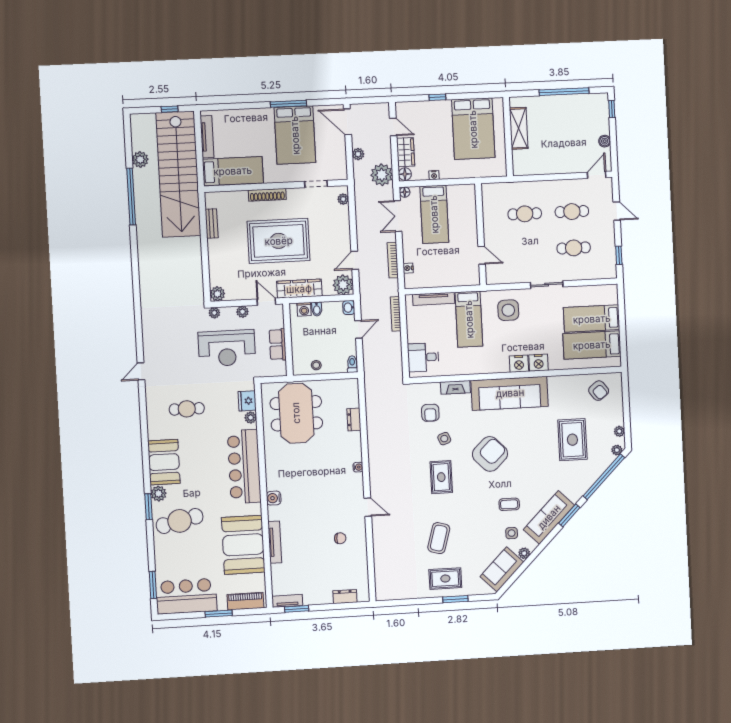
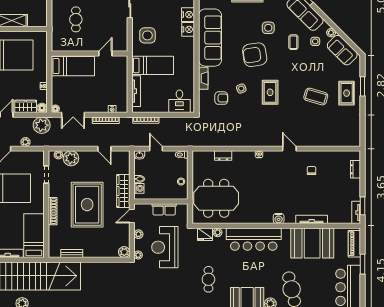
bed: (434, 214) -> (73, 66), moved
plant: (343, 285) -> (71, 158), moved
reception desk: (227, 348) -> (165, 247), turned 180
armchair: (490, 454) -> (255, 55), turned -55
side table: (526, 470) -> (268, 28), added
rug: (441, 477) -> (270, 92), turned 90
door: (368, 507) -> (289, 149), hinge flipped

